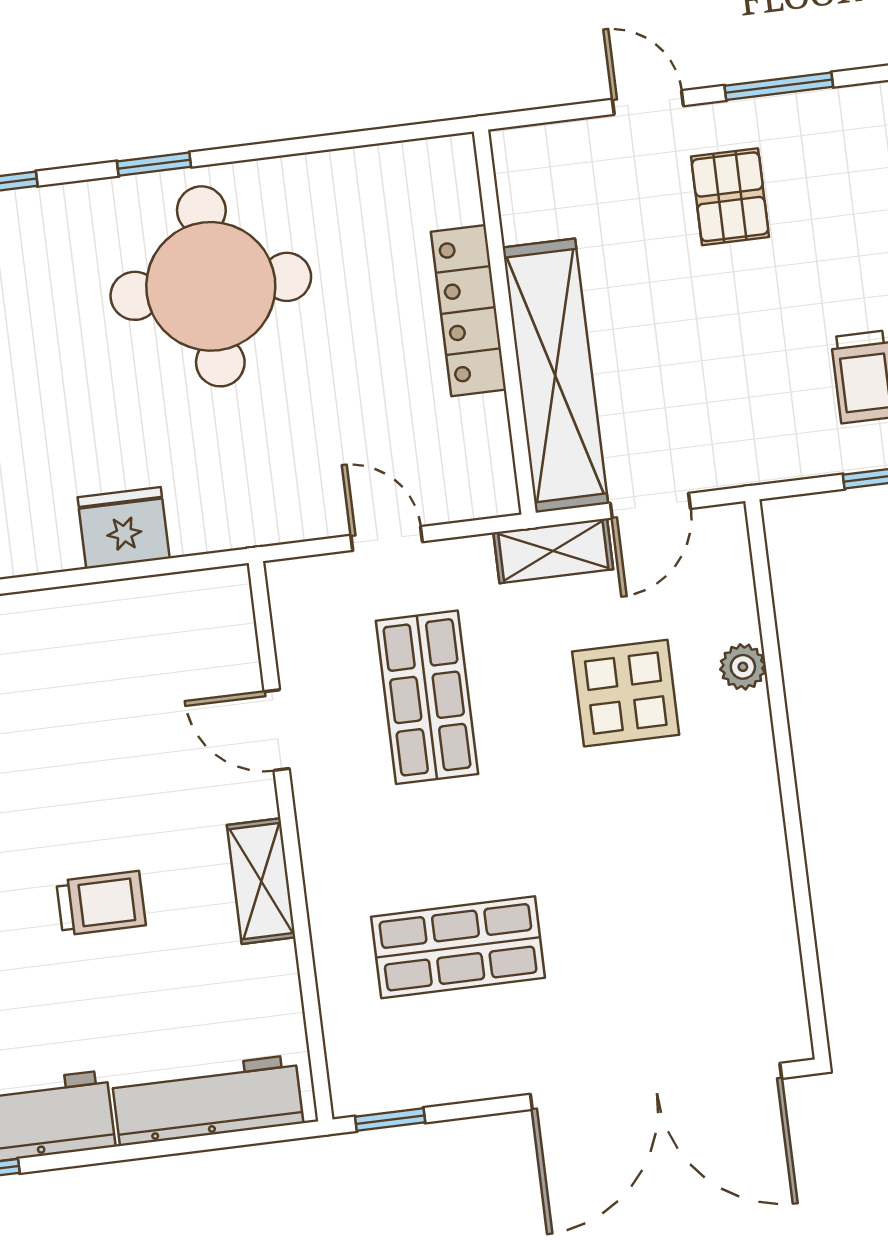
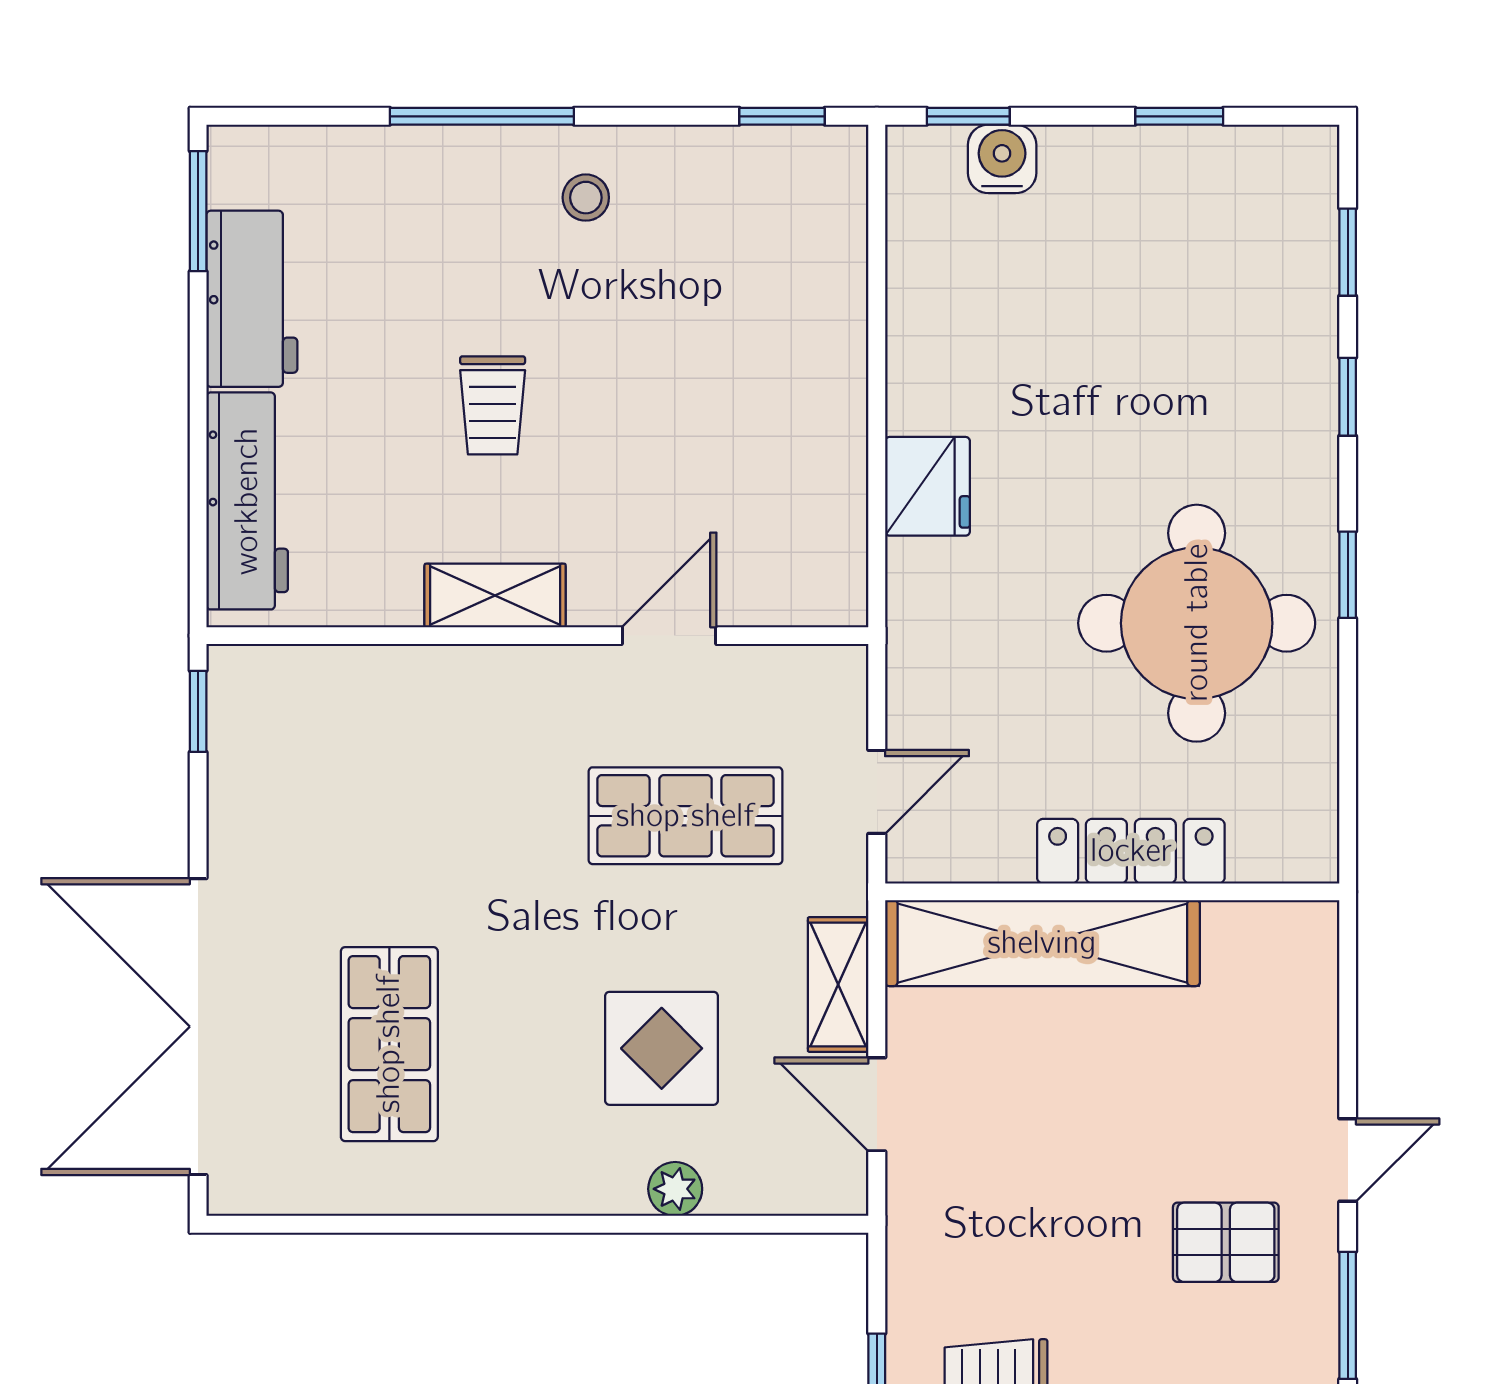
locker: (468, 311) -> (1131, 851), moved
wall: (505, 322) -> (1112, 892), moved
shelving: (555, 376) -> (1042, 943), moved
shop shelf: (458, 947) -> (389, 1044), moved

